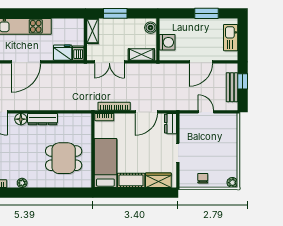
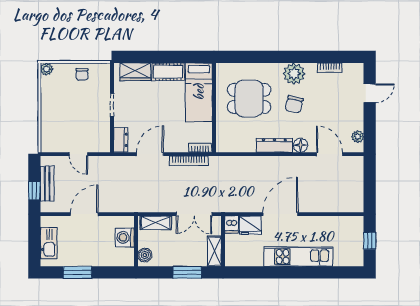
door: (26, 62) -> (280, 214), moved
double door: (109, 62) -> (194, 214), swing flipped
chair: (26, 153) -> (294, 104), added
plant: (22, 183) -> (294, 74), width x1.87, depth x1.87

